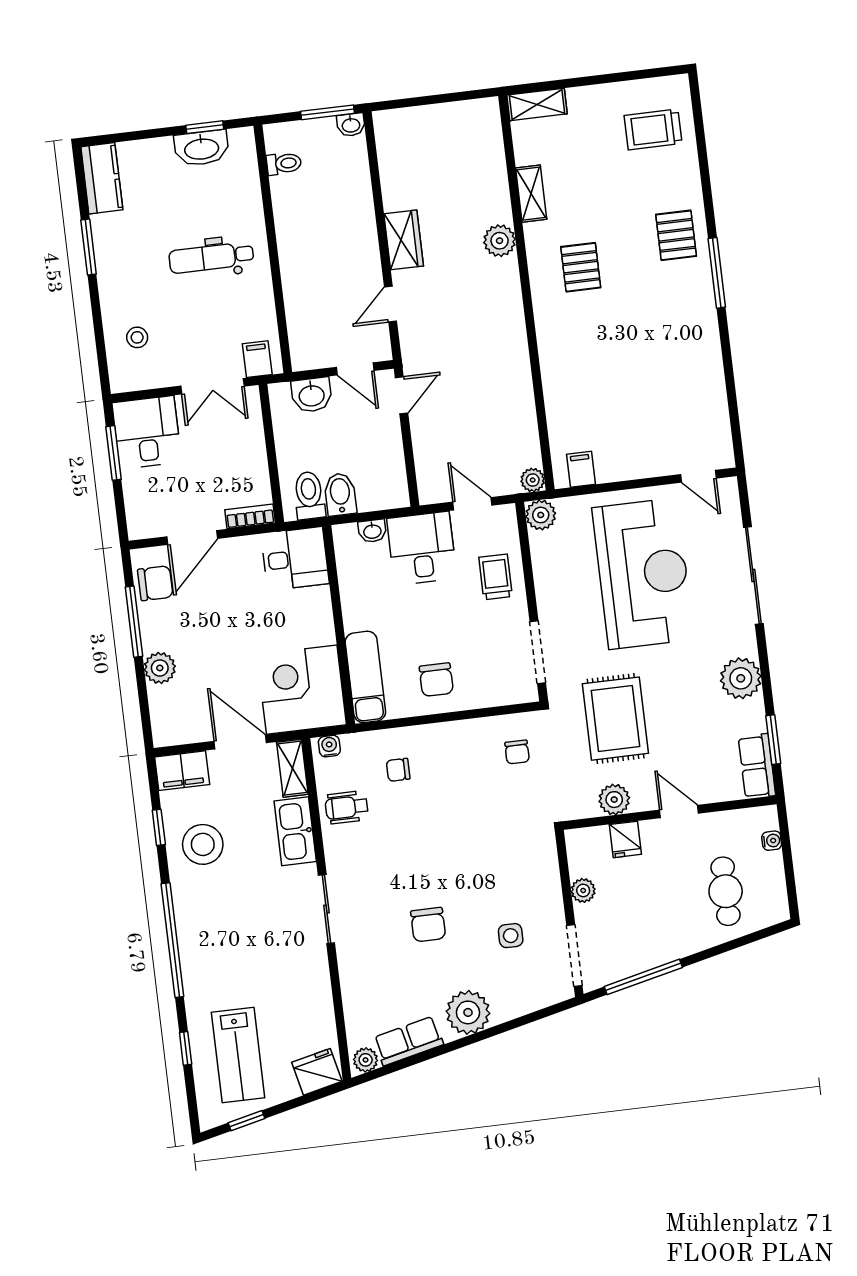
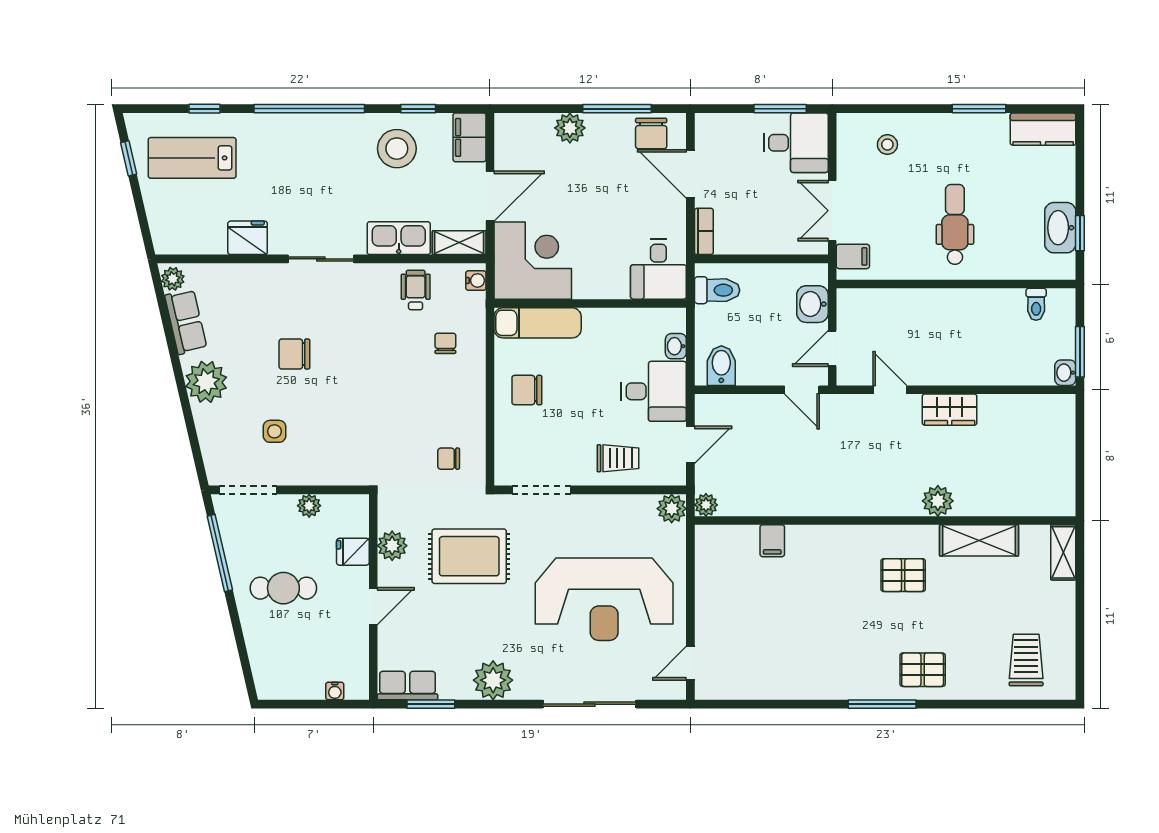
shelving: (531, 194) -> (979, 540), width x1.50, depth x1.33
filing cabinet: (581, 469) -> (772, 541), moved, turned 90
bidet: (340, 494) -> (721, 366), moved, turned -90
cafe table: (726, 891) -> (283, 588), moved
fridge: (317, 1072) -> (248, 238), moved, turned -77

